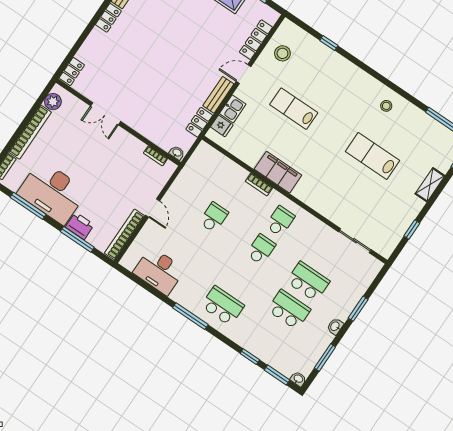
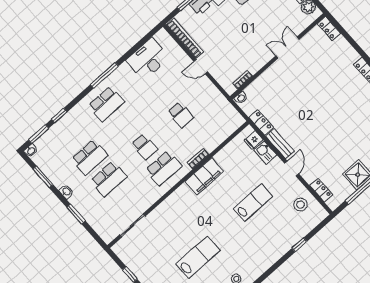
locker: (256, 40) -> (321, 190), width x0.66
school desk: (280, 221) -> (164, 168), width x1.85

